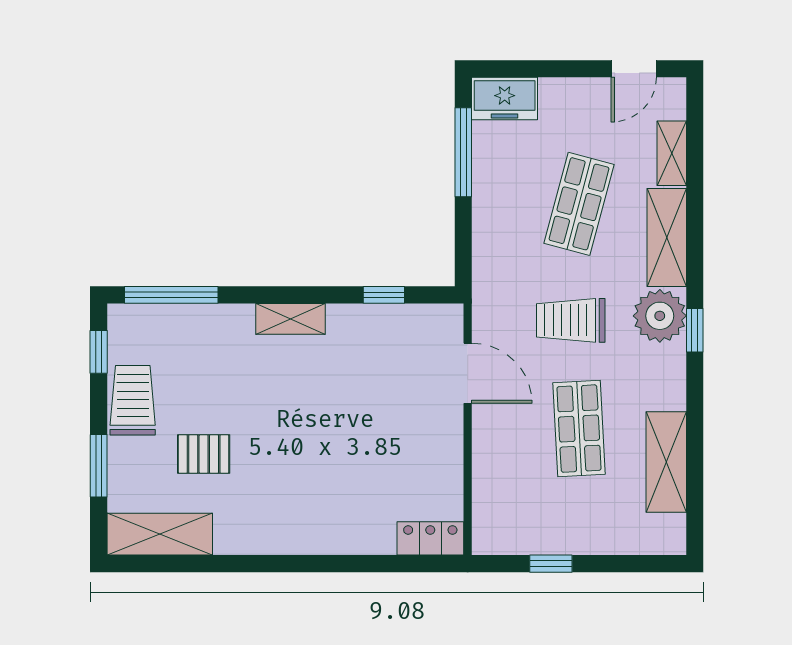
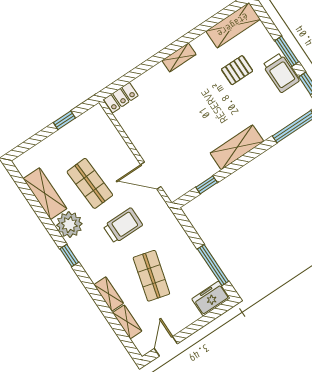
shelving: (667, 237) -> (109, 294), width x0.67, depth x0.75
plant: (660, 316) -> (69, 225), moved
shelving: (291, 319) -> (237, 147), width x1.50, depth x1.33
window: (99, 466) -> (287, 51), moved
shelving: (287, 541) -> (179, 57), added

